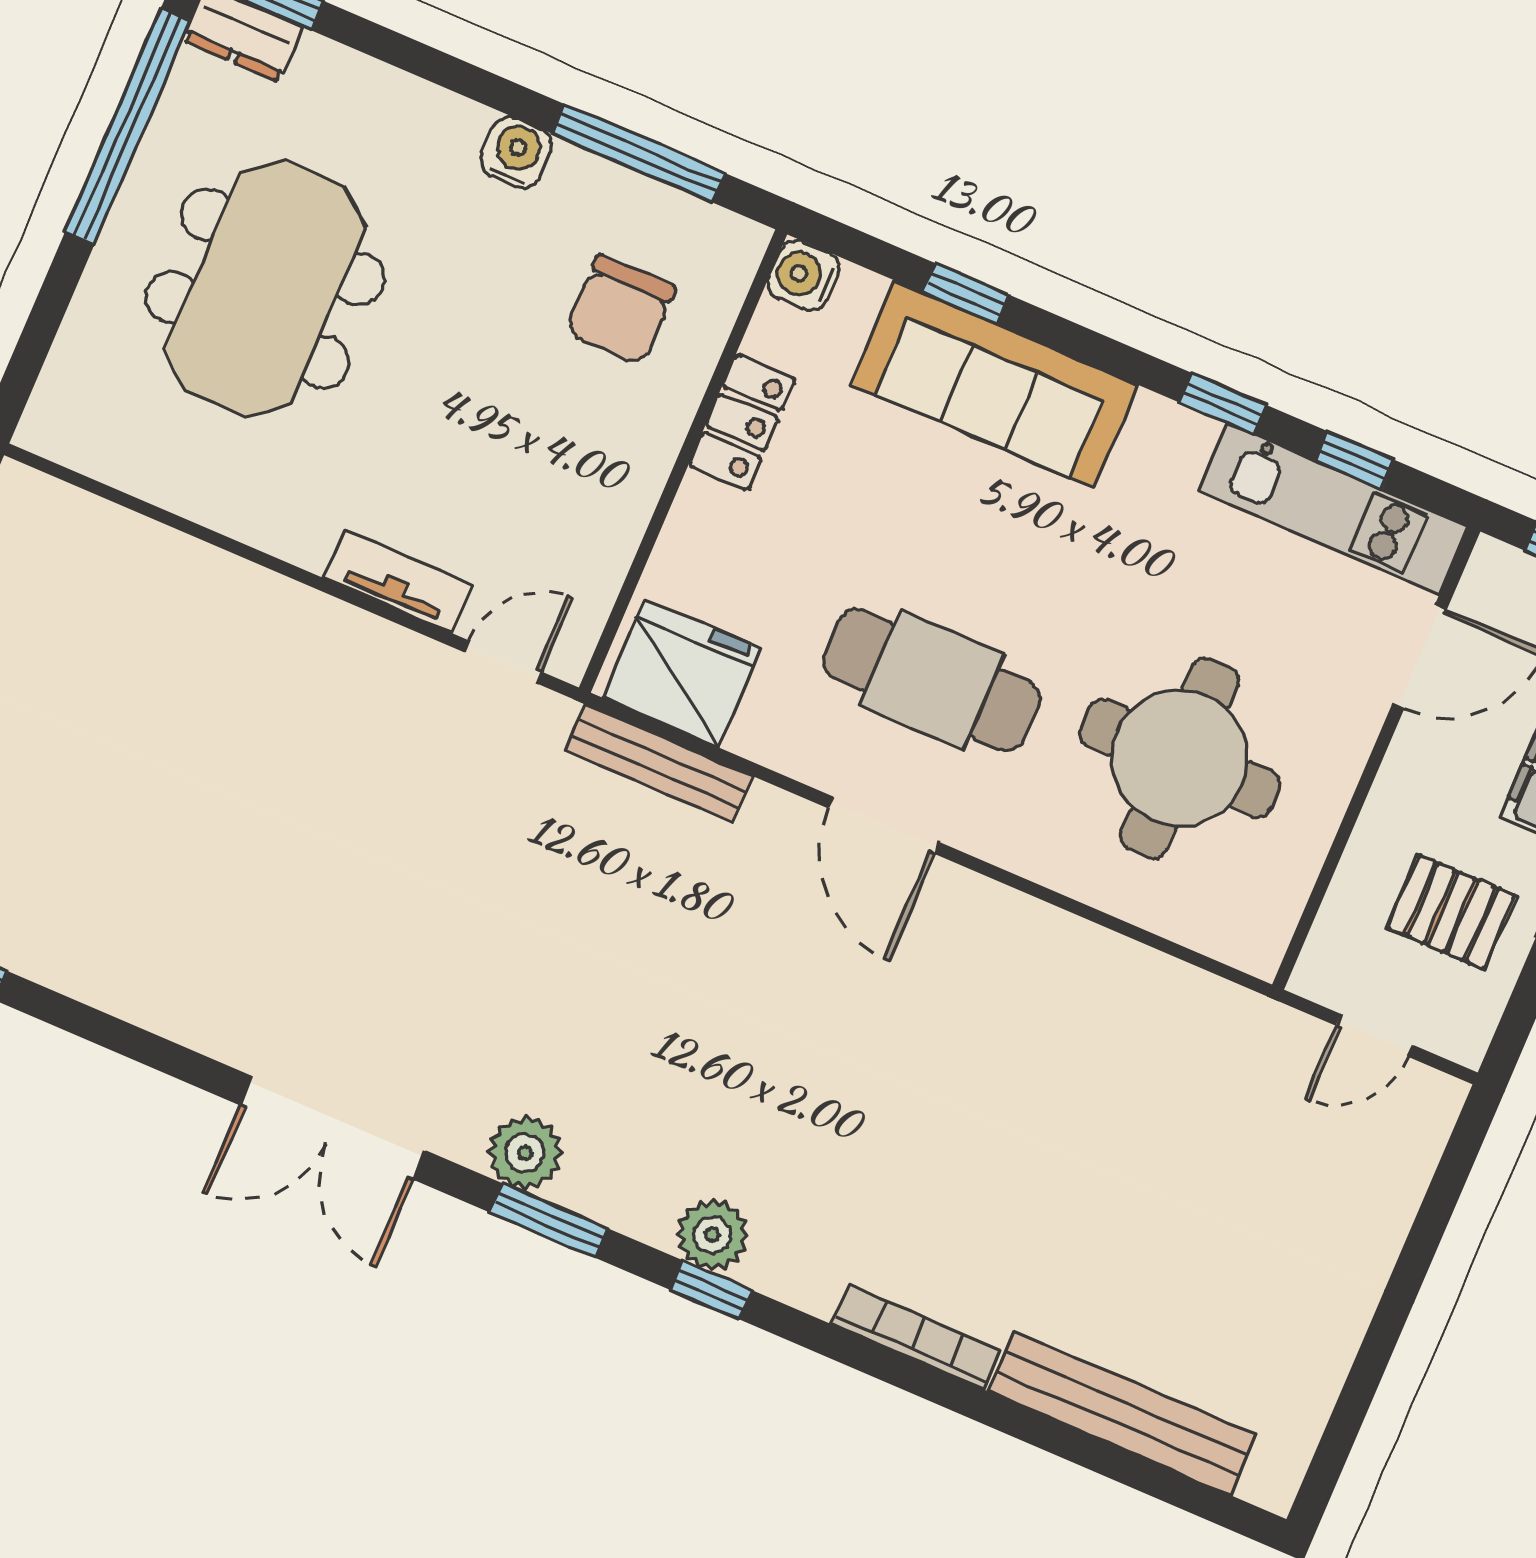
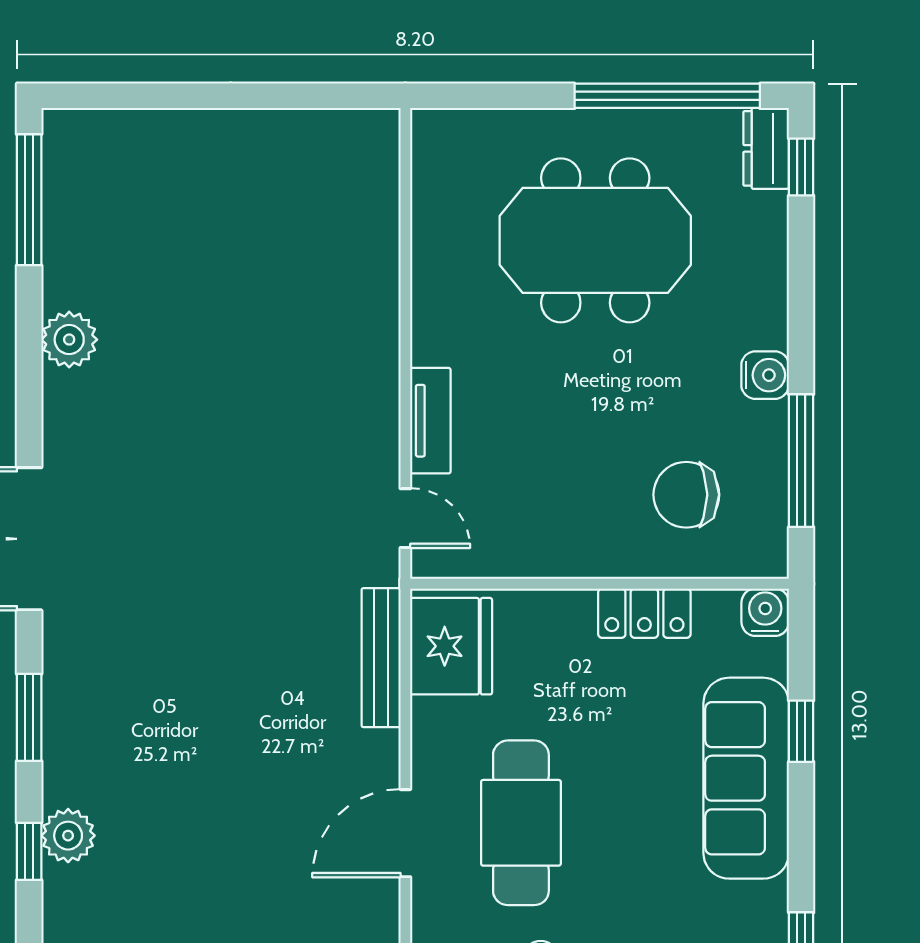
plant: (525, 1153) -> (69, 340), moved

